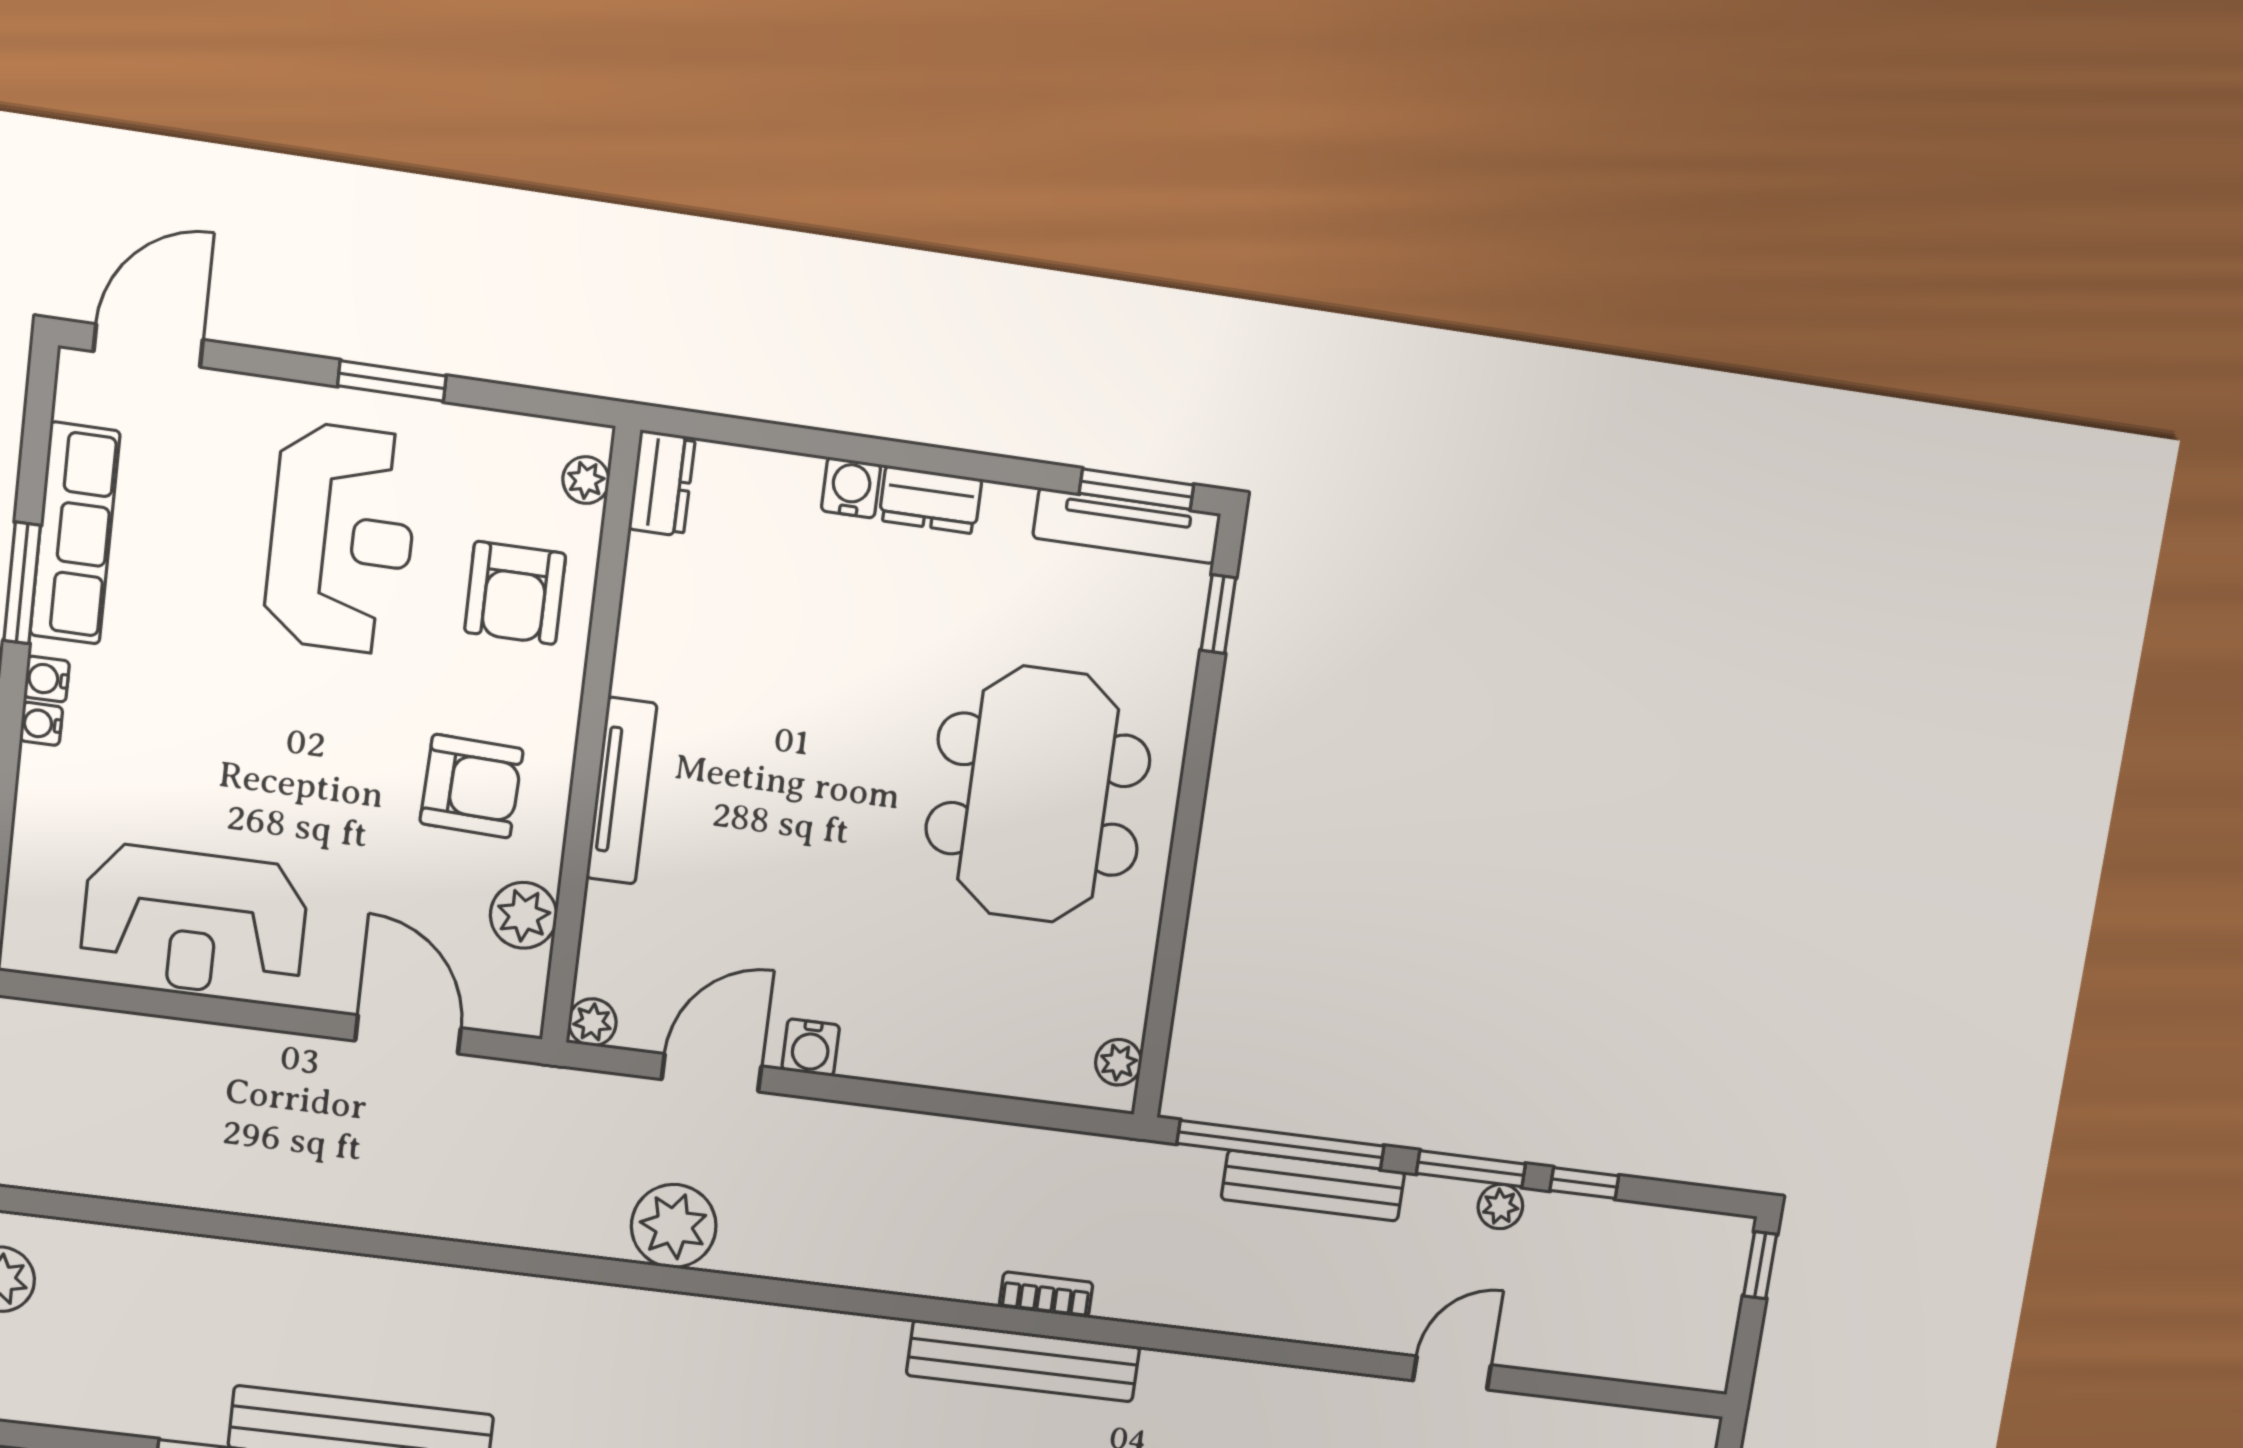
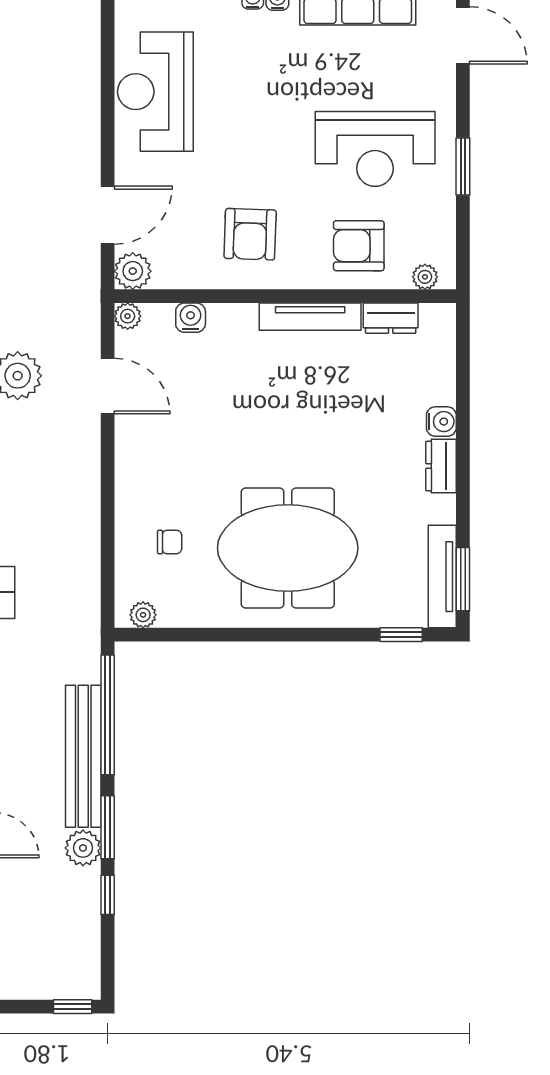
dresser: (662, 483) -> (391, 318), moved
tv unit: (621, 791) -> (310, 317), moved
plant: (524, 915) -> (133, 271), moved
chair: (999, 1000) -> (170, 542), added
water cooler: (811, 1047) -> (191, 318), moved, turned 90
bench: (1313, 1186) -> (83, 756), width x1.37, depth x1.21
plant: (1500, 1206) -> (83, 848), width x1.38, depth x1.38

